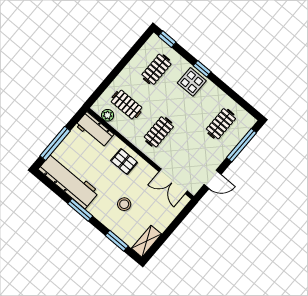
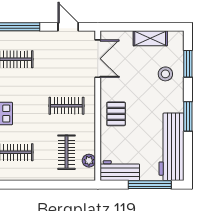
workbench: (95, 130) -> (120, 171), moved, turned -90
stool: (124, 204) -> (165, 74), moved
shelving: (147, 241) -> (150, 38), moved

